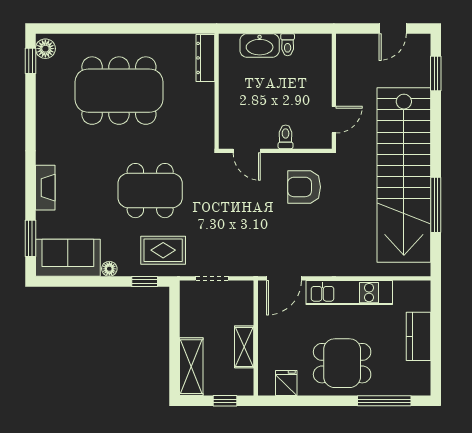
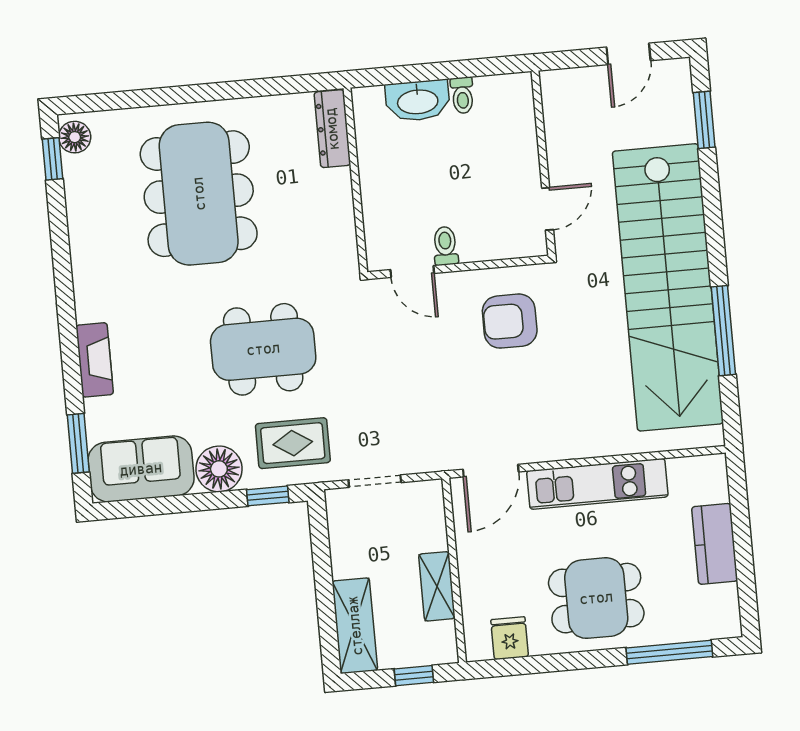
dining table: (119, 91) -> (199, 194), turned 90
toilet: (286, 137) -> (445, 246), moved
floor lamp: (109, 269) -> (219, 469), width x1.89, depth x1.89

